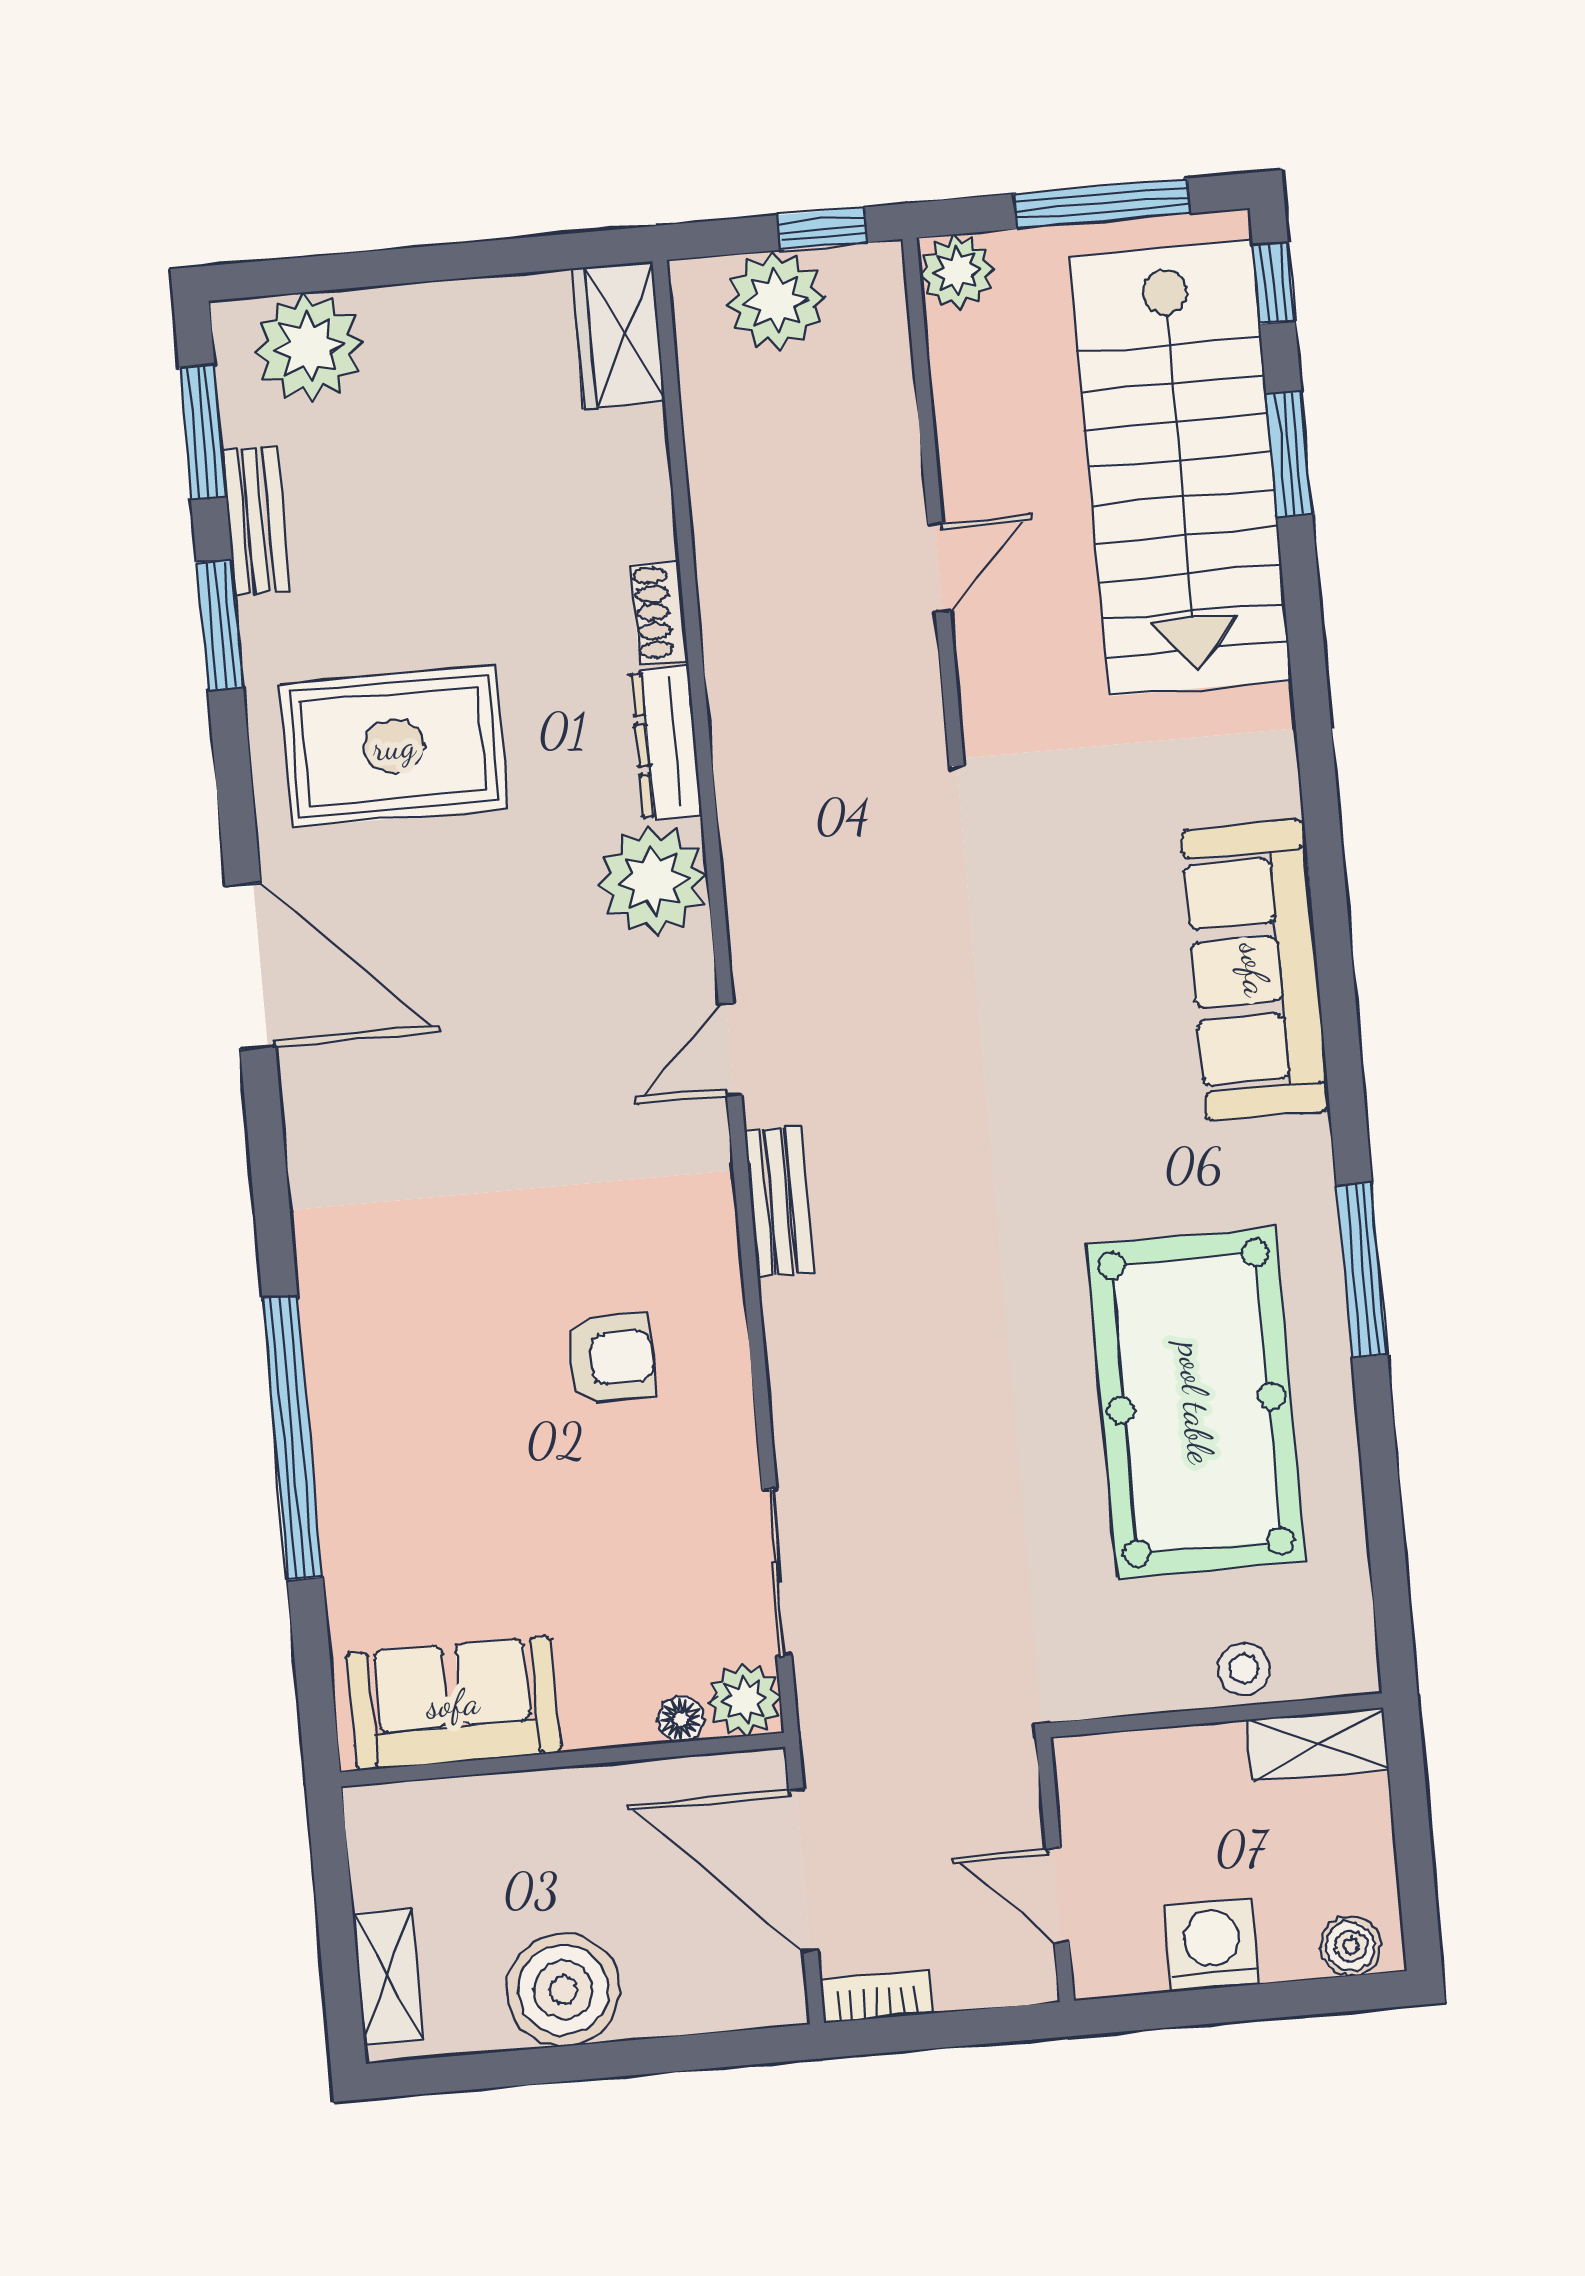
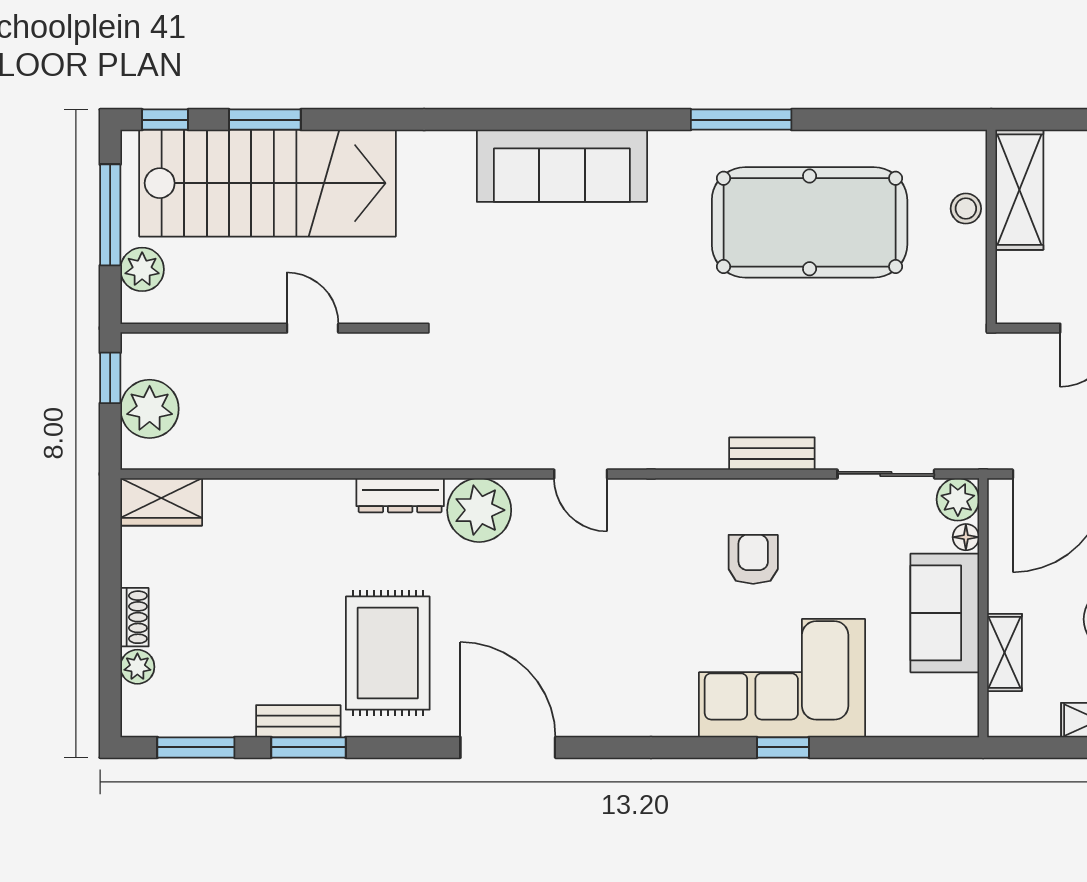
plant: (957, 272) -> (142, 269), moved
plant: (309, 347) -> (137, 667), width x0.53, depth x0.53
bench: (256, 520) -> (298, 721), moved
shoe rack: (659, 612) -> (135, 617), moved, turned -90
door: (250, 966) -> (508, 747), hinge flipped
bench: (779, 1201) -> (772, 454), moved
corner sofa: (411, 1426) -> (782, 678), added
window: (292, 1438) -> (783, 747), width x0.32
sofa: (453, 1703) -> (945, 613), moved
shelving: (1318, 1744) -> (1019, 190), width x1.50, depth x1.33
shelving: (489, 1803) -> (1005, 652), added

